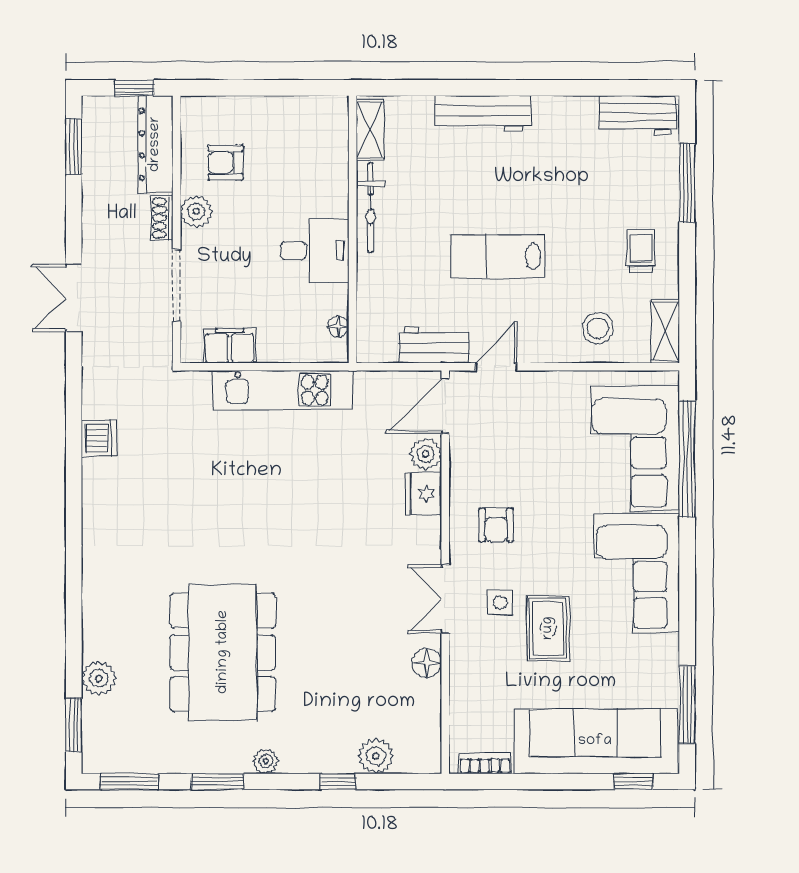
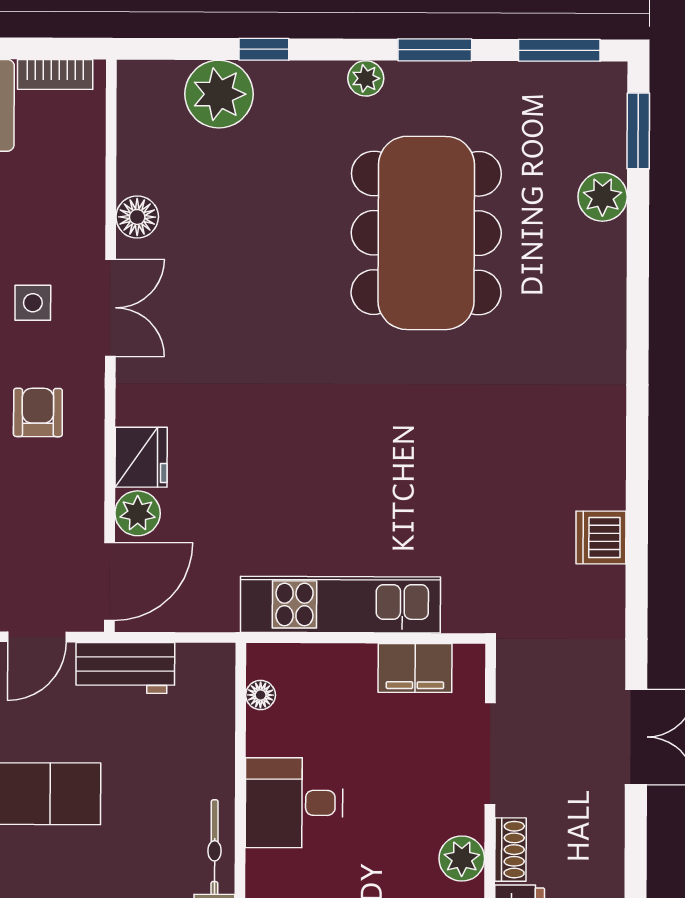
plant: (376, 756) -> (219, 94), width x1.36, depth x1.36

